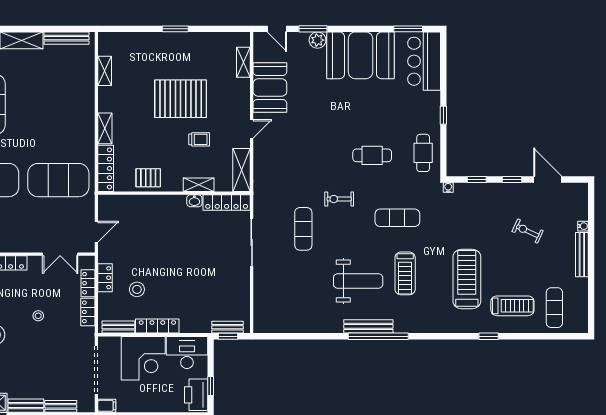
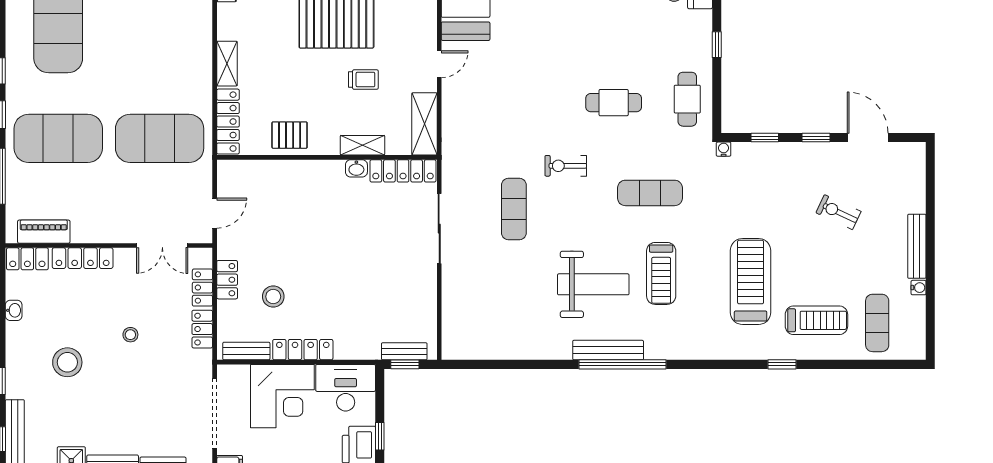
water cooler: (583, 226) -> (919, 288), moved

